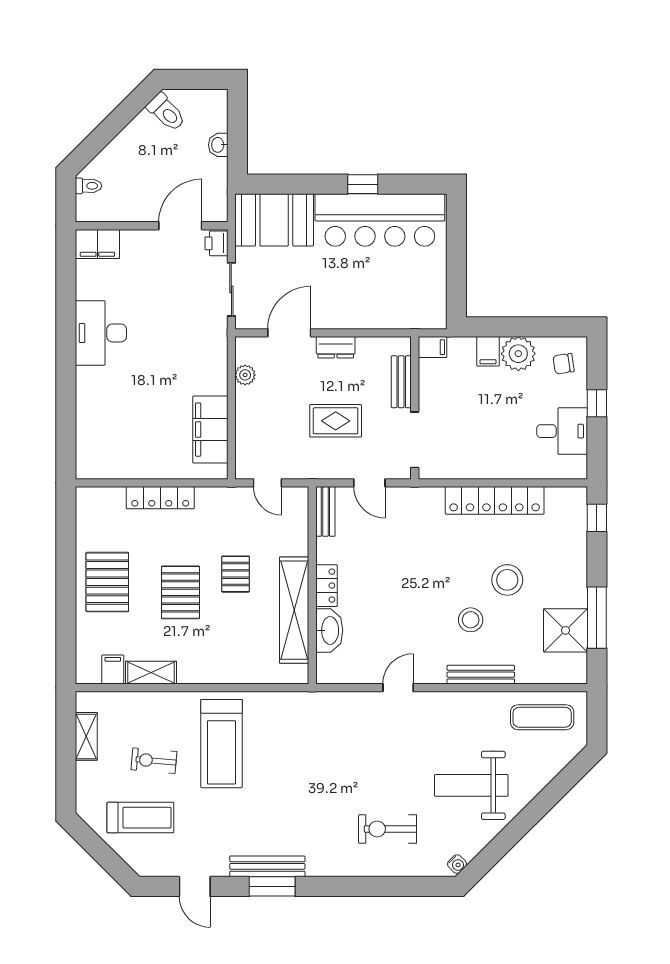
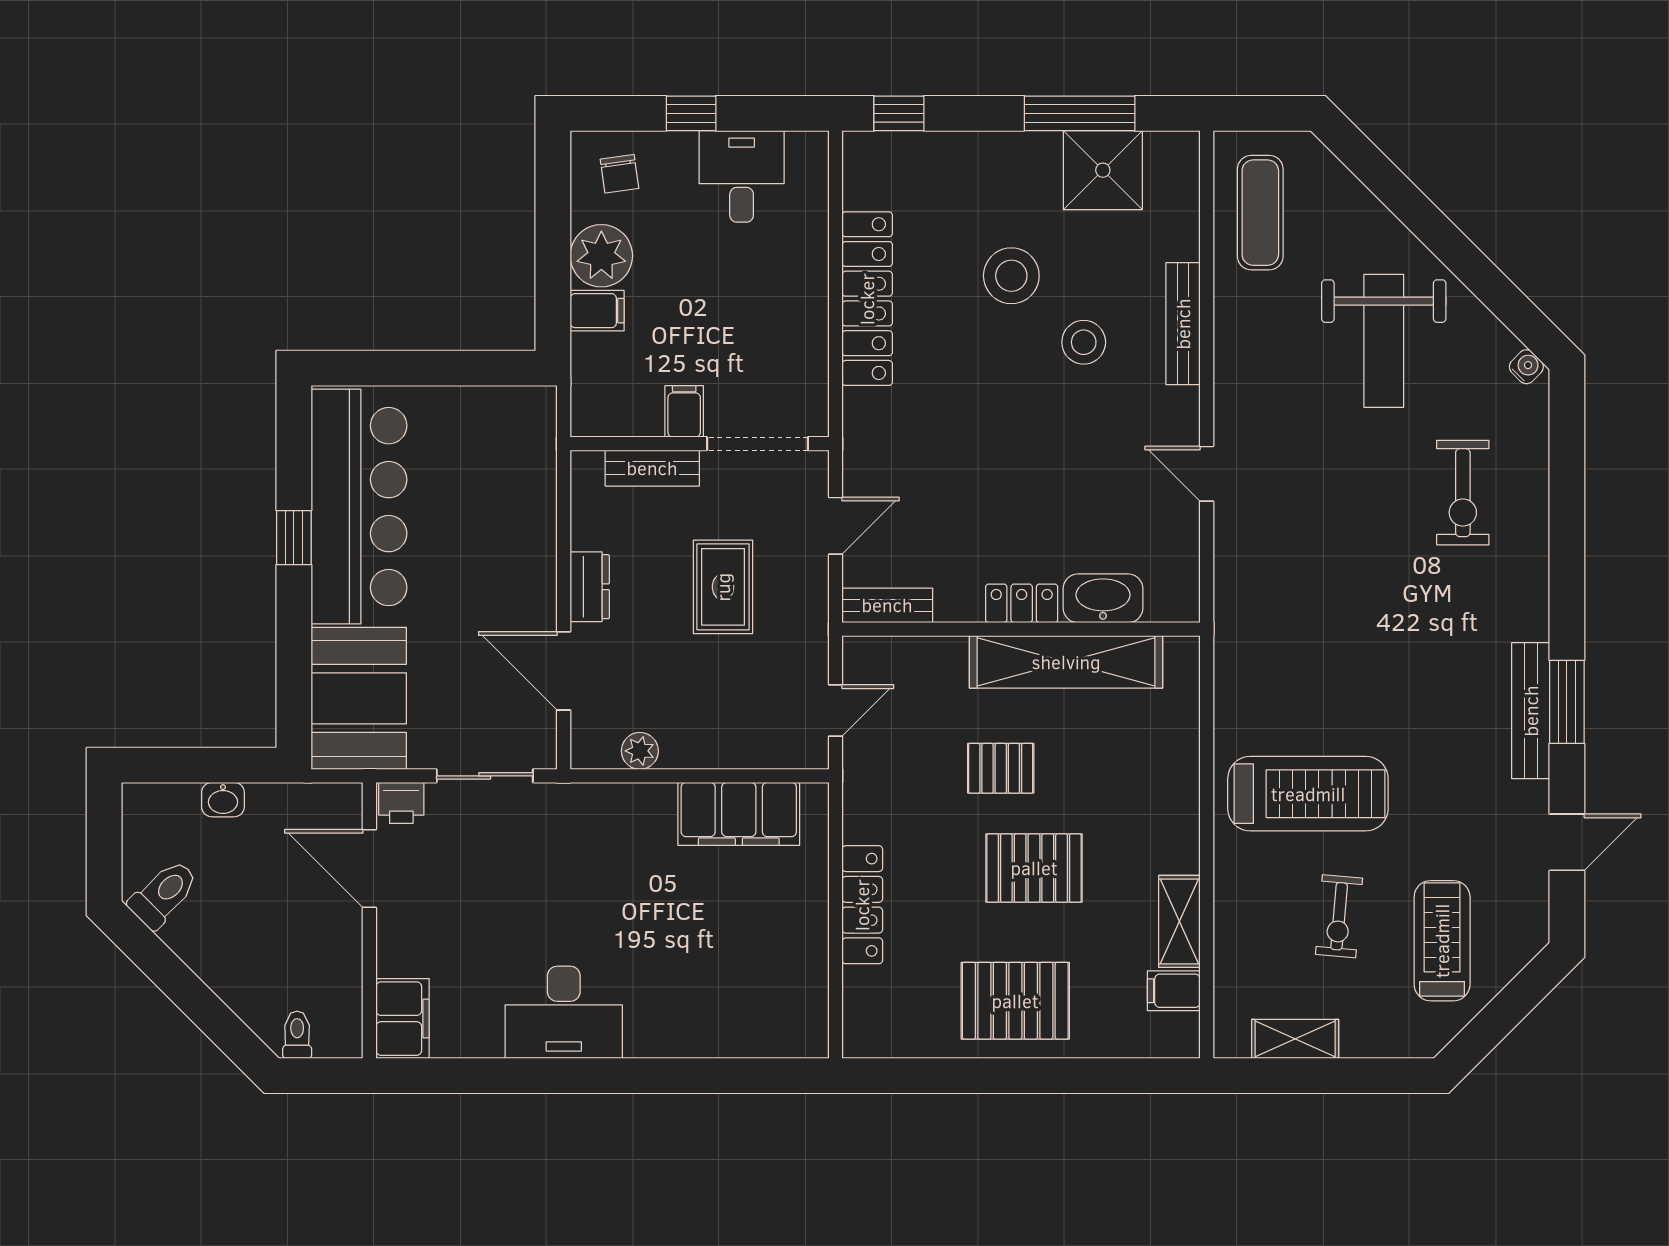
filing cabinet: (432, 347) -> (684, 411), moved

